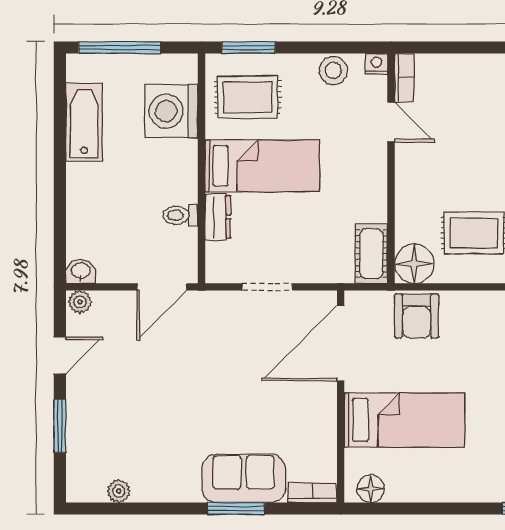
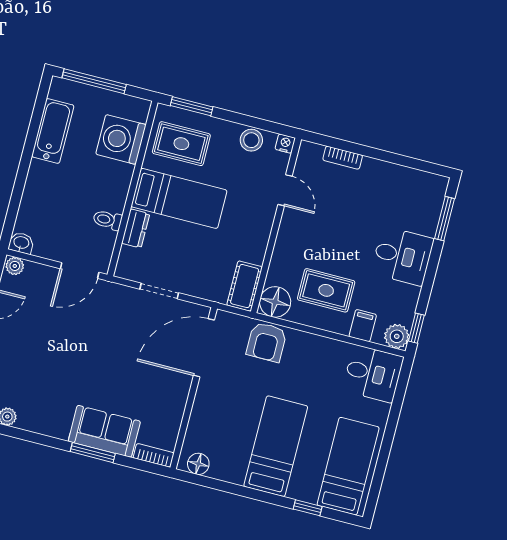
bookcase: (404, 78) -> (343, 158), moved, turned 90
bed: (404, 420) -> (276, 446), moved, turned -90

